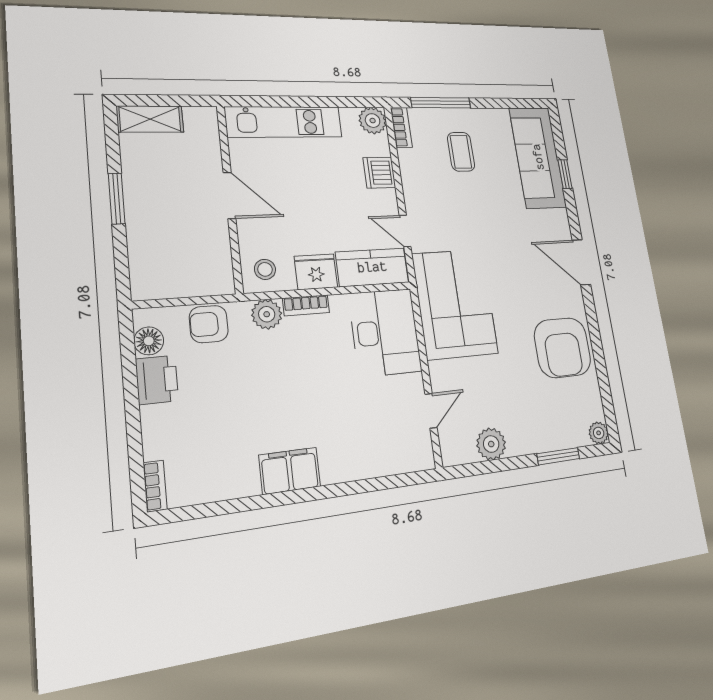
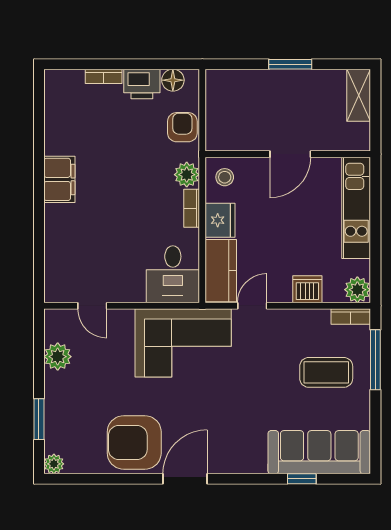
coffee table: (461, 152) -> (326, 372), width x1.36, depth x1.30
door: (581, 262) -> (185, 479), moved
desk: (385, 332) -> (173, 274), width x0.73
bookcase: (155, 486) -> (104, 76), moved

